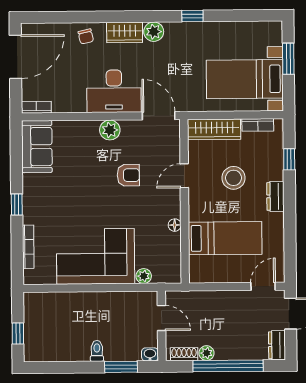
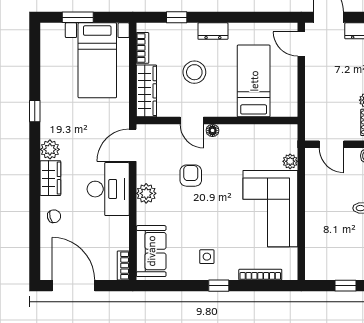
sofa: (37, 147) -> (151, 251), moved, turned 90
side table: (46, 192) -> (207, 257), added
floor lamp: (175, 225) -> (213, 130), moved
door: (162, 318) -> (332, 144), swing flipped

